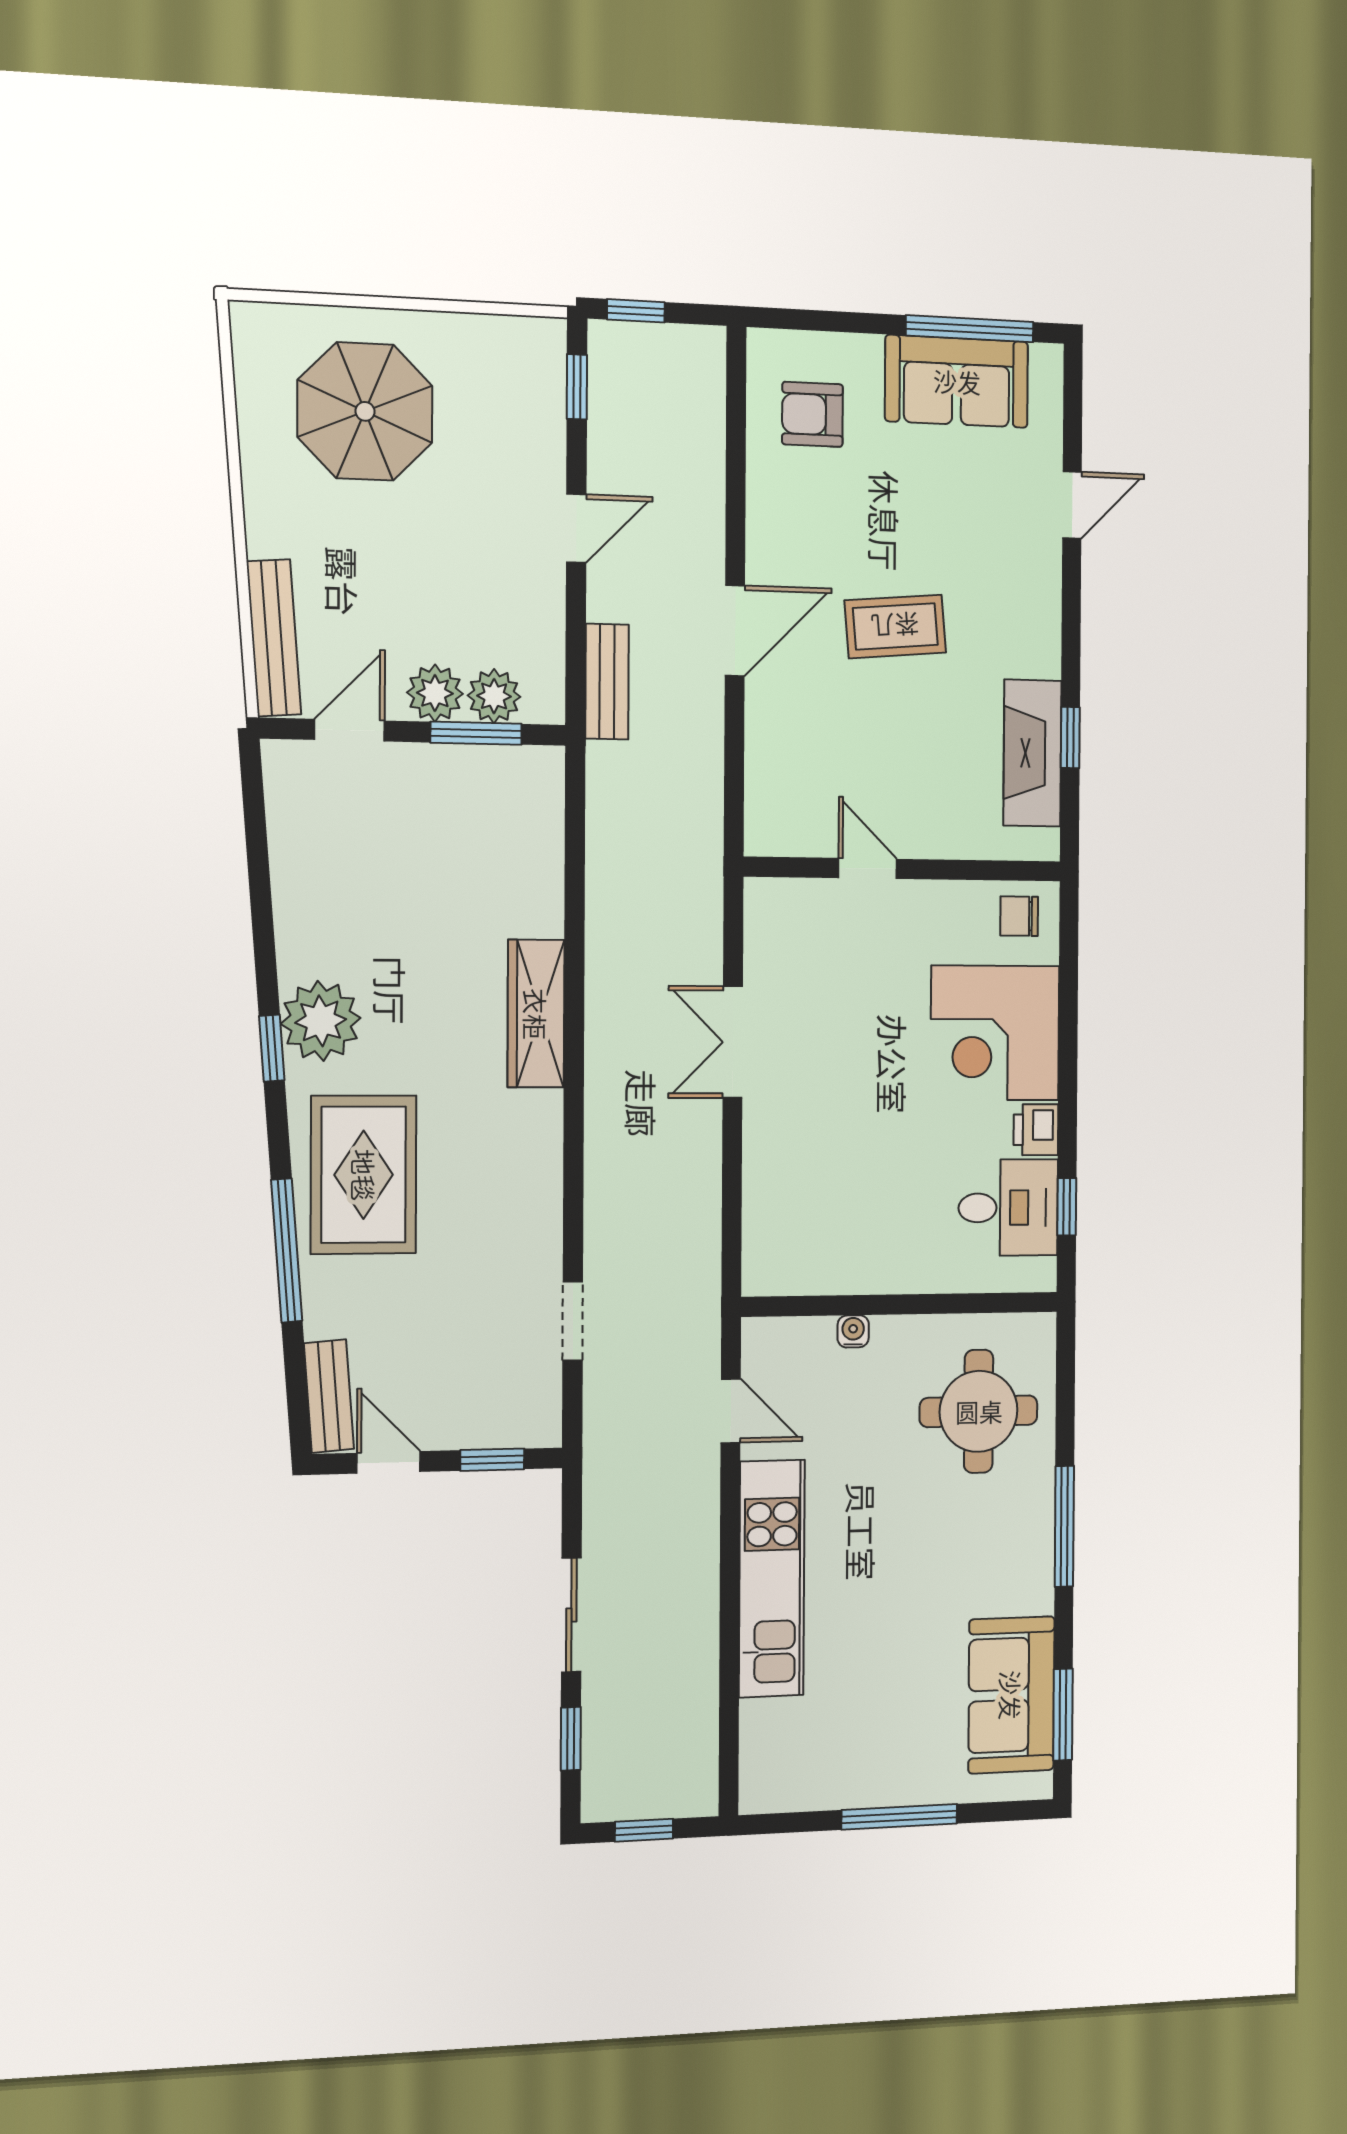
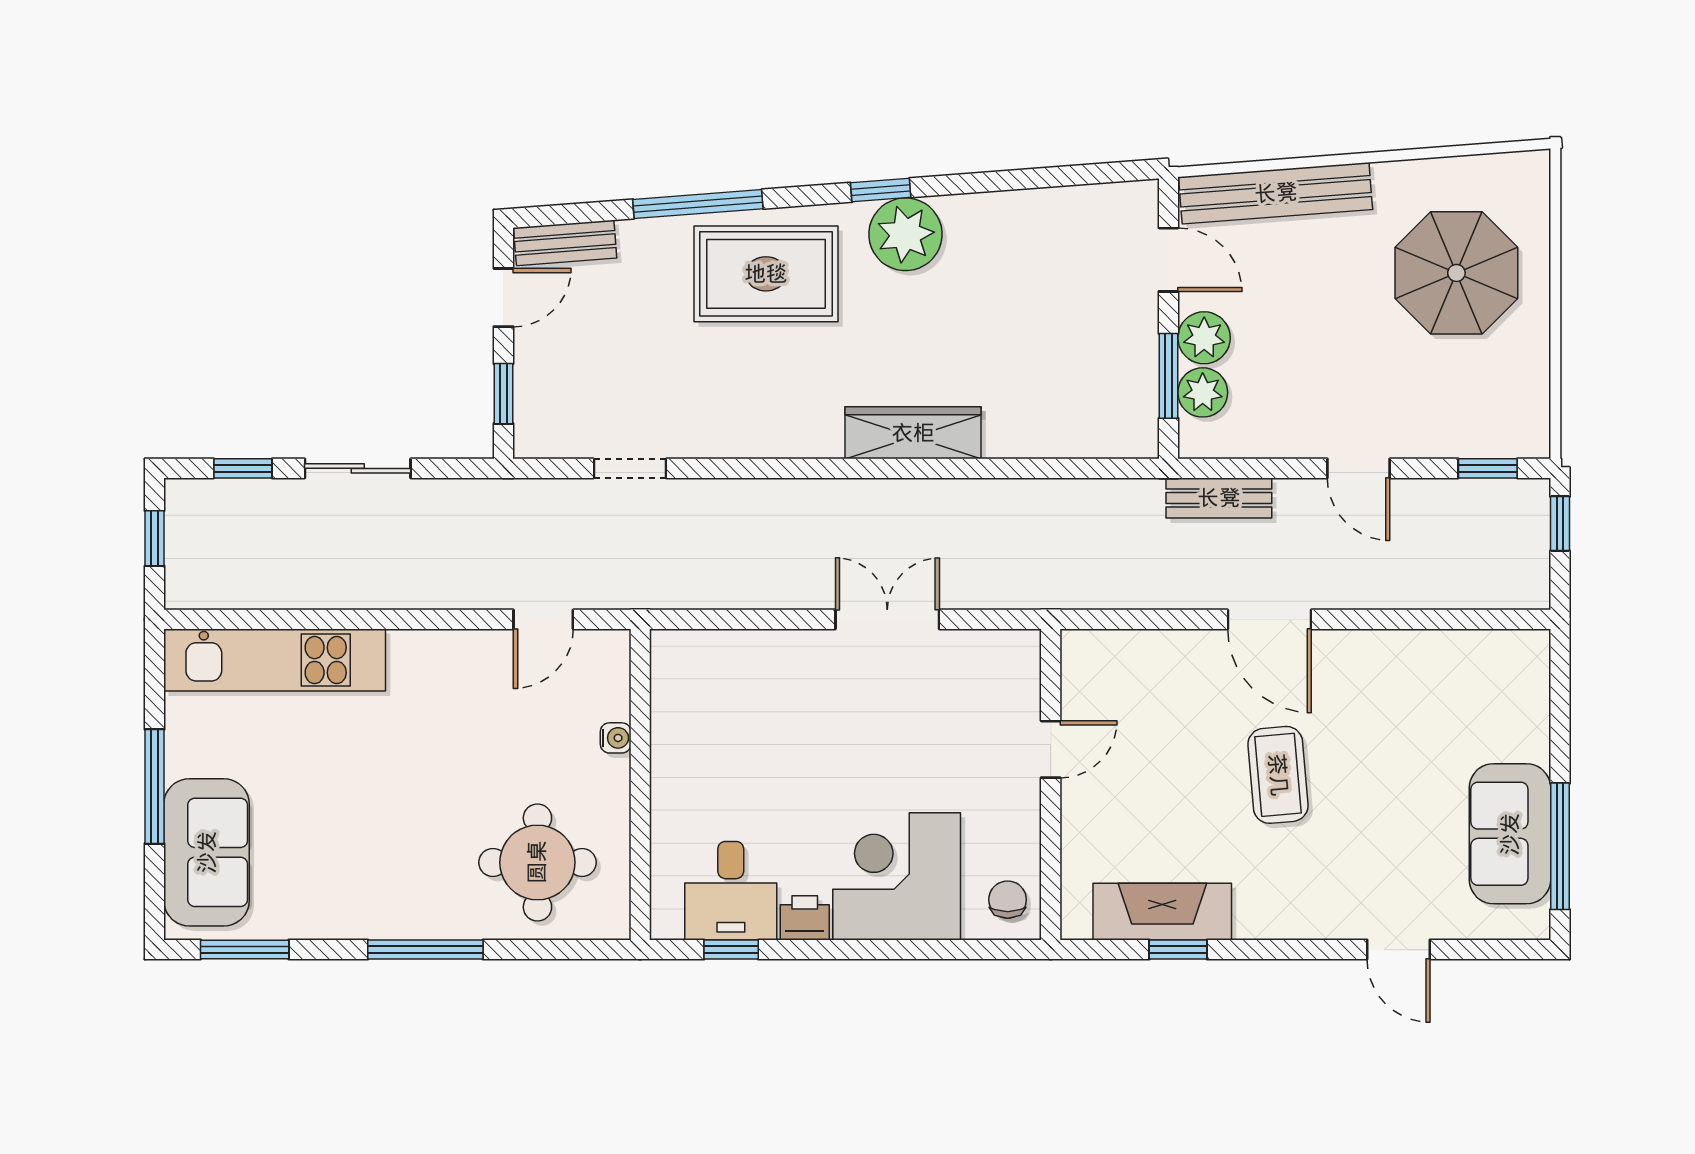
armchair: (812, 414) -> (1473, 693), removed
bench: (274, 638) -> (1276, 193), width x1.37, depth x1.21
kitchen unit: (772, 1579) -> (275, 660), moved
sofa: (1011, 1695) -> (207, 852), moved, turned 90

